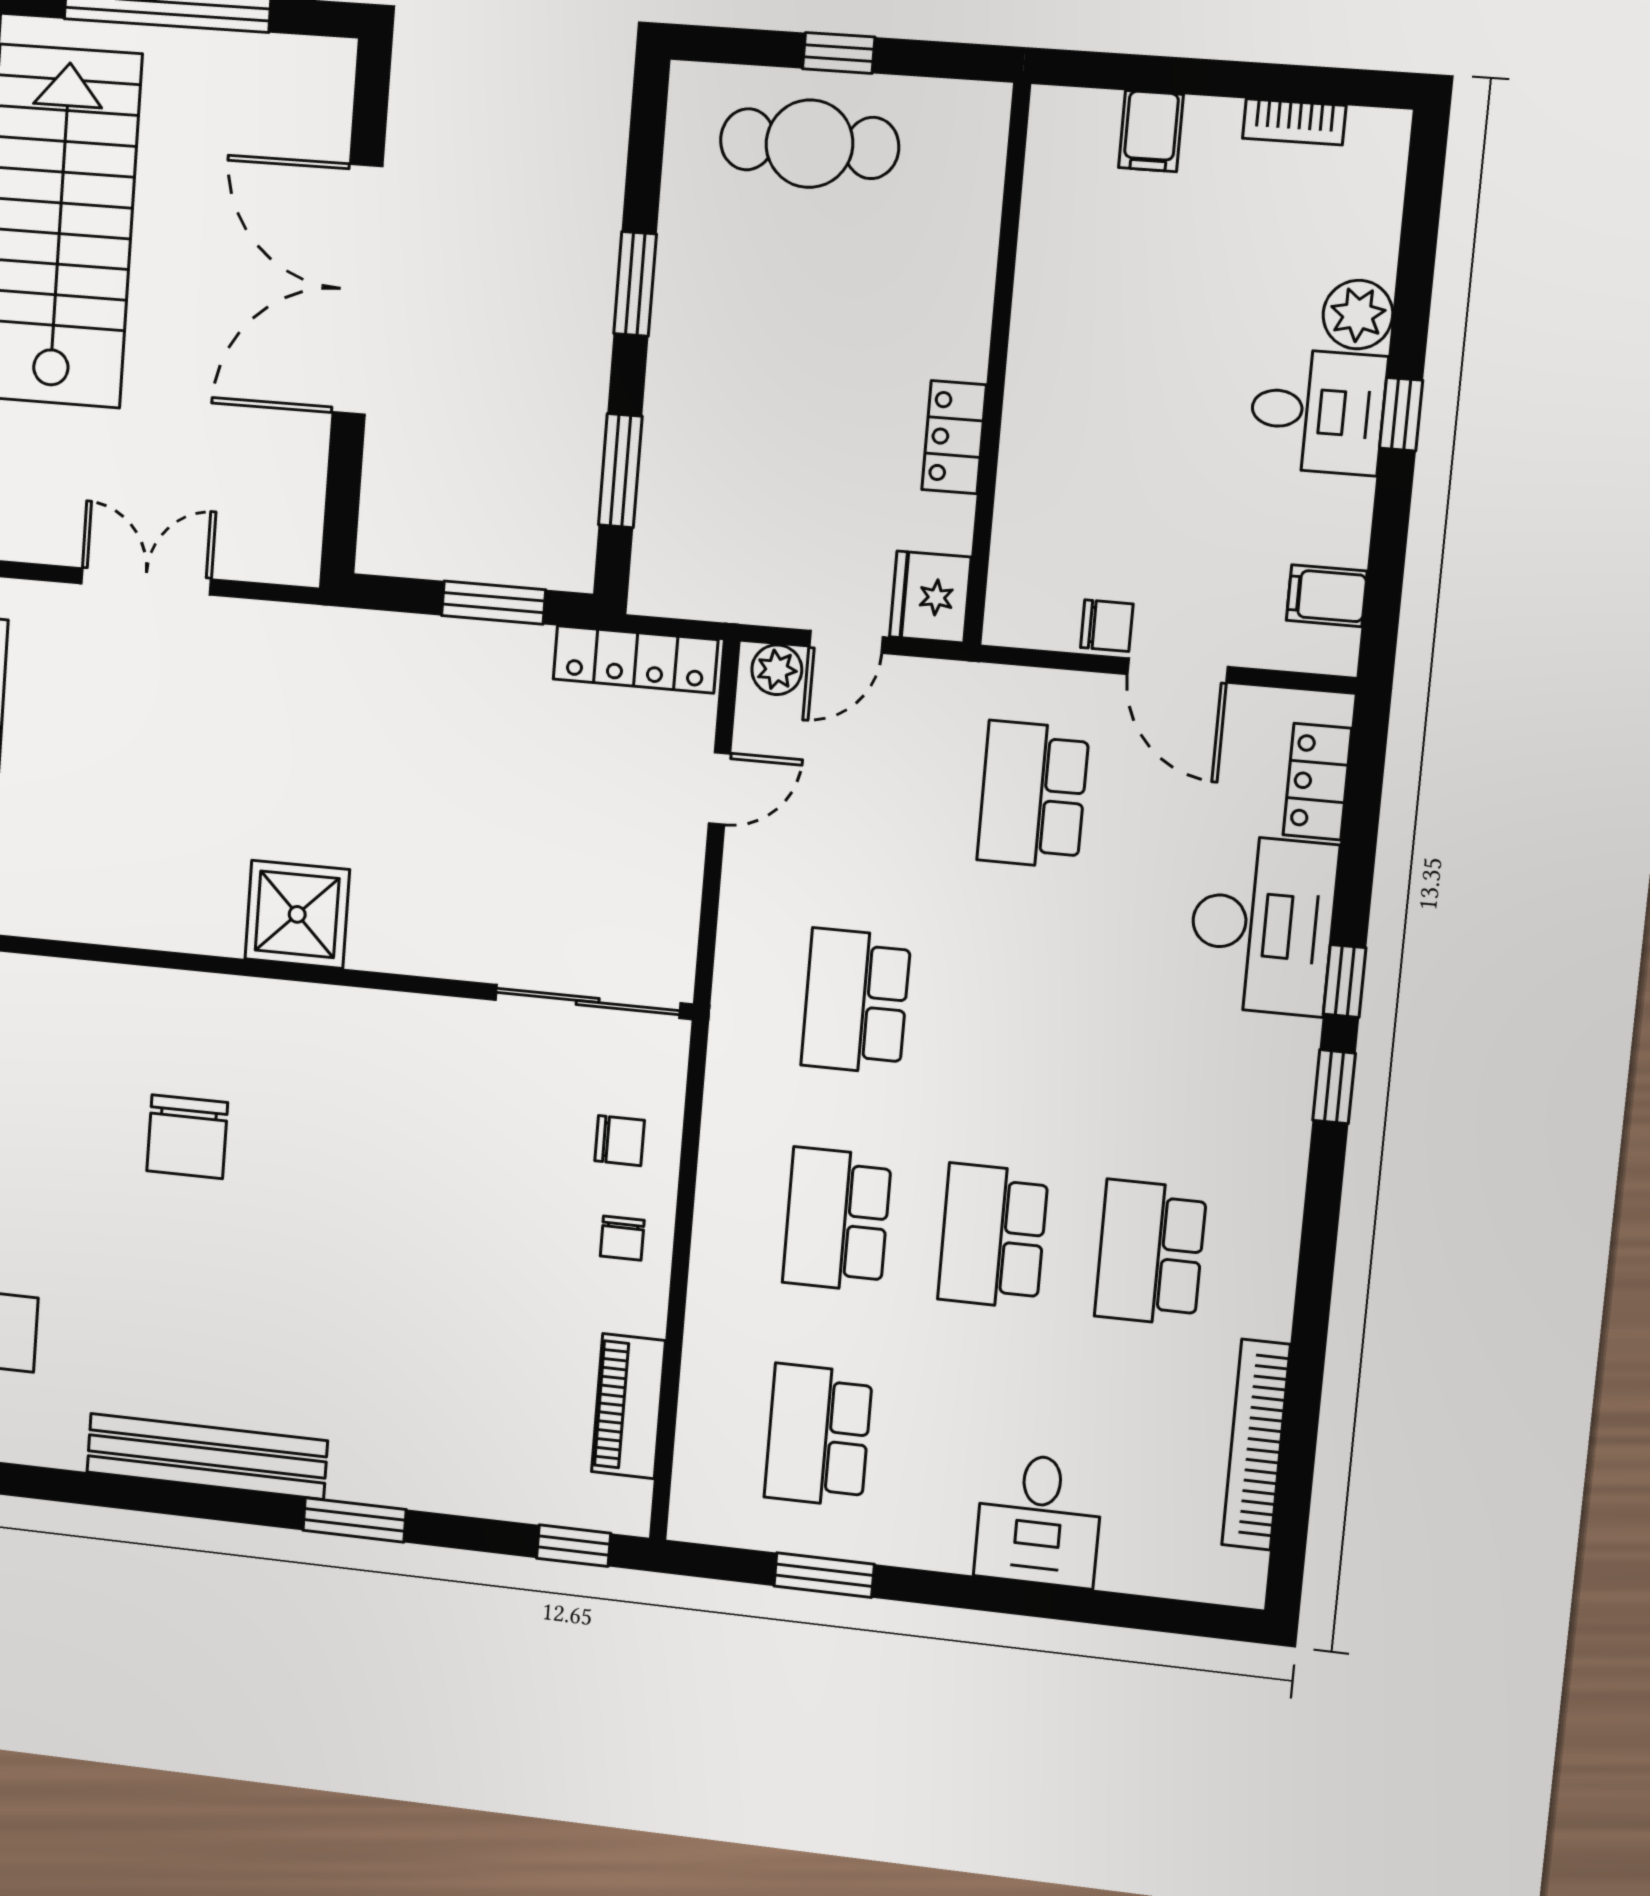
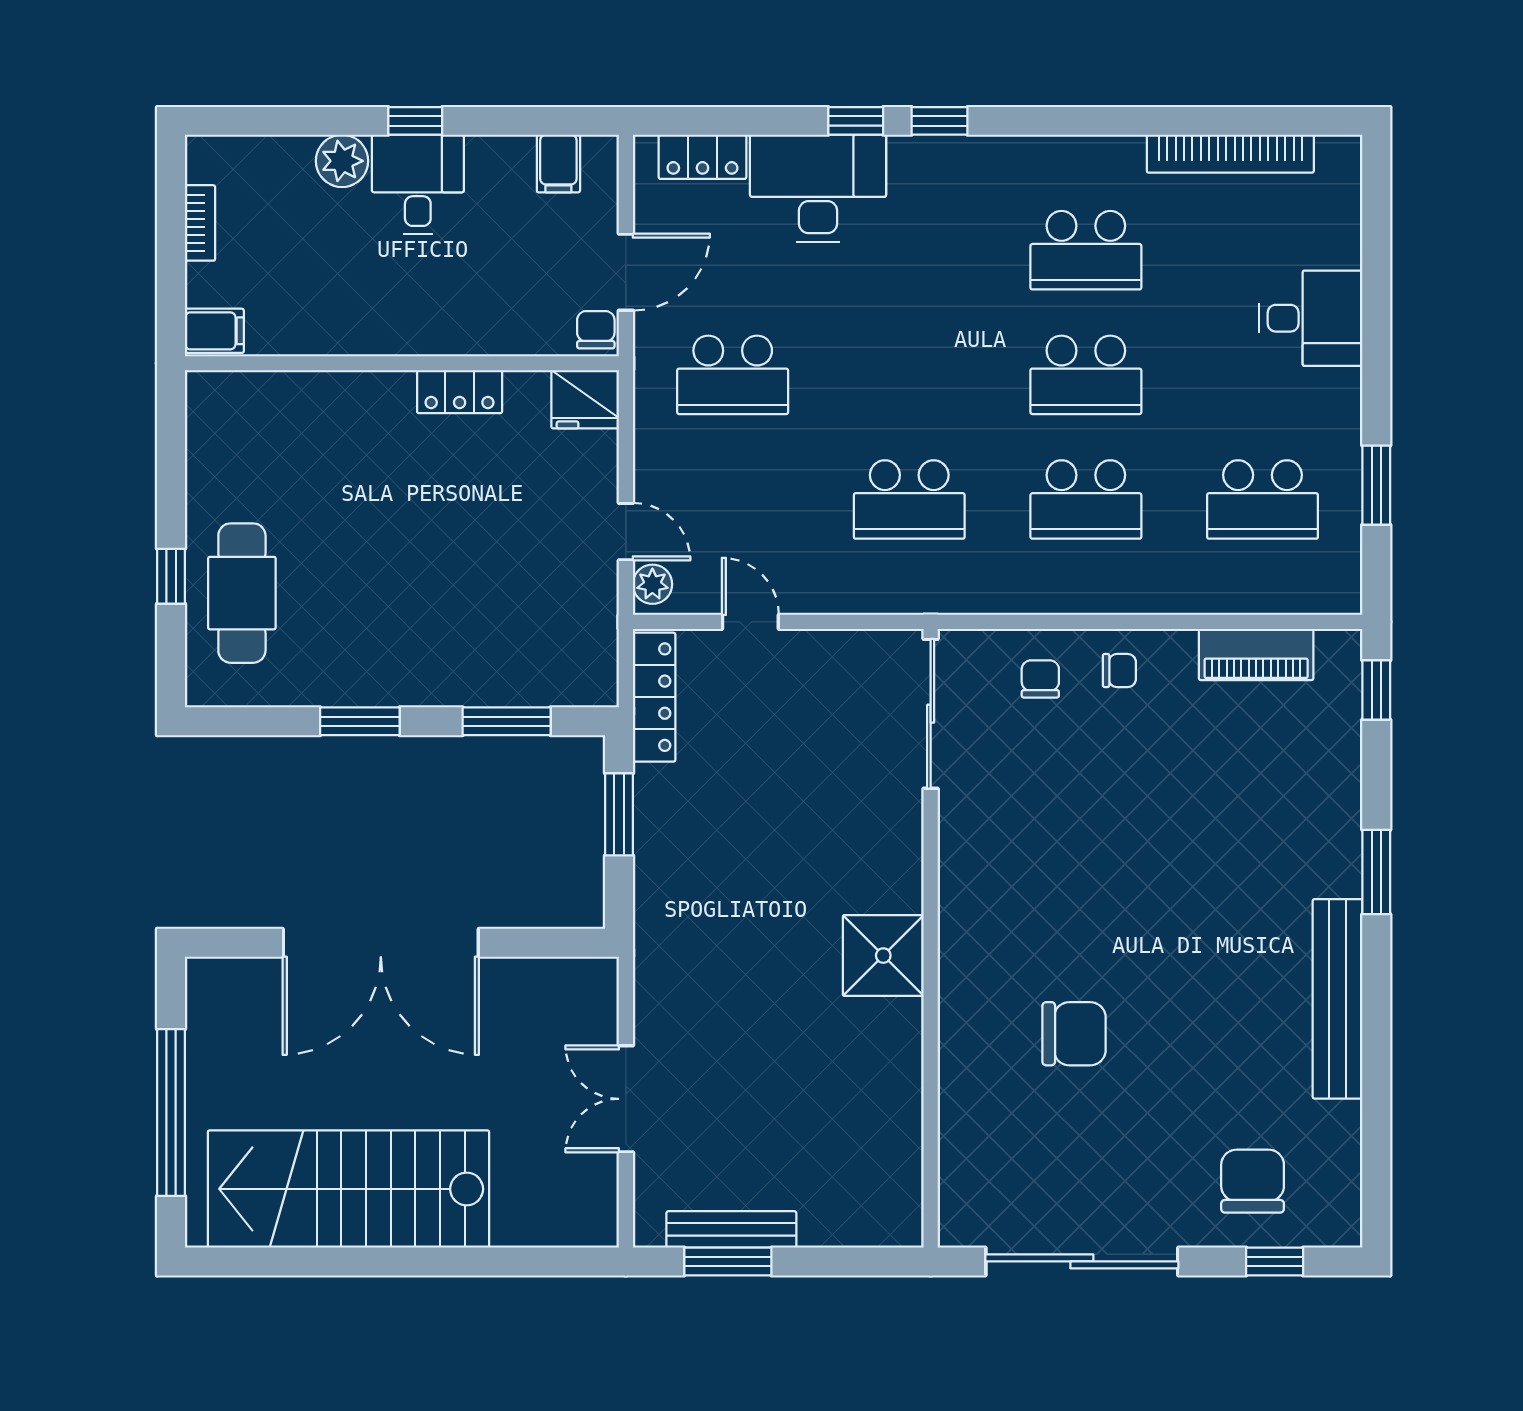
wall: (997, 366) -> (402, 363), moved
locker: (954, 437) -> (460, 392), moved
fridge: (930, 597) -> (585, 399), moved

